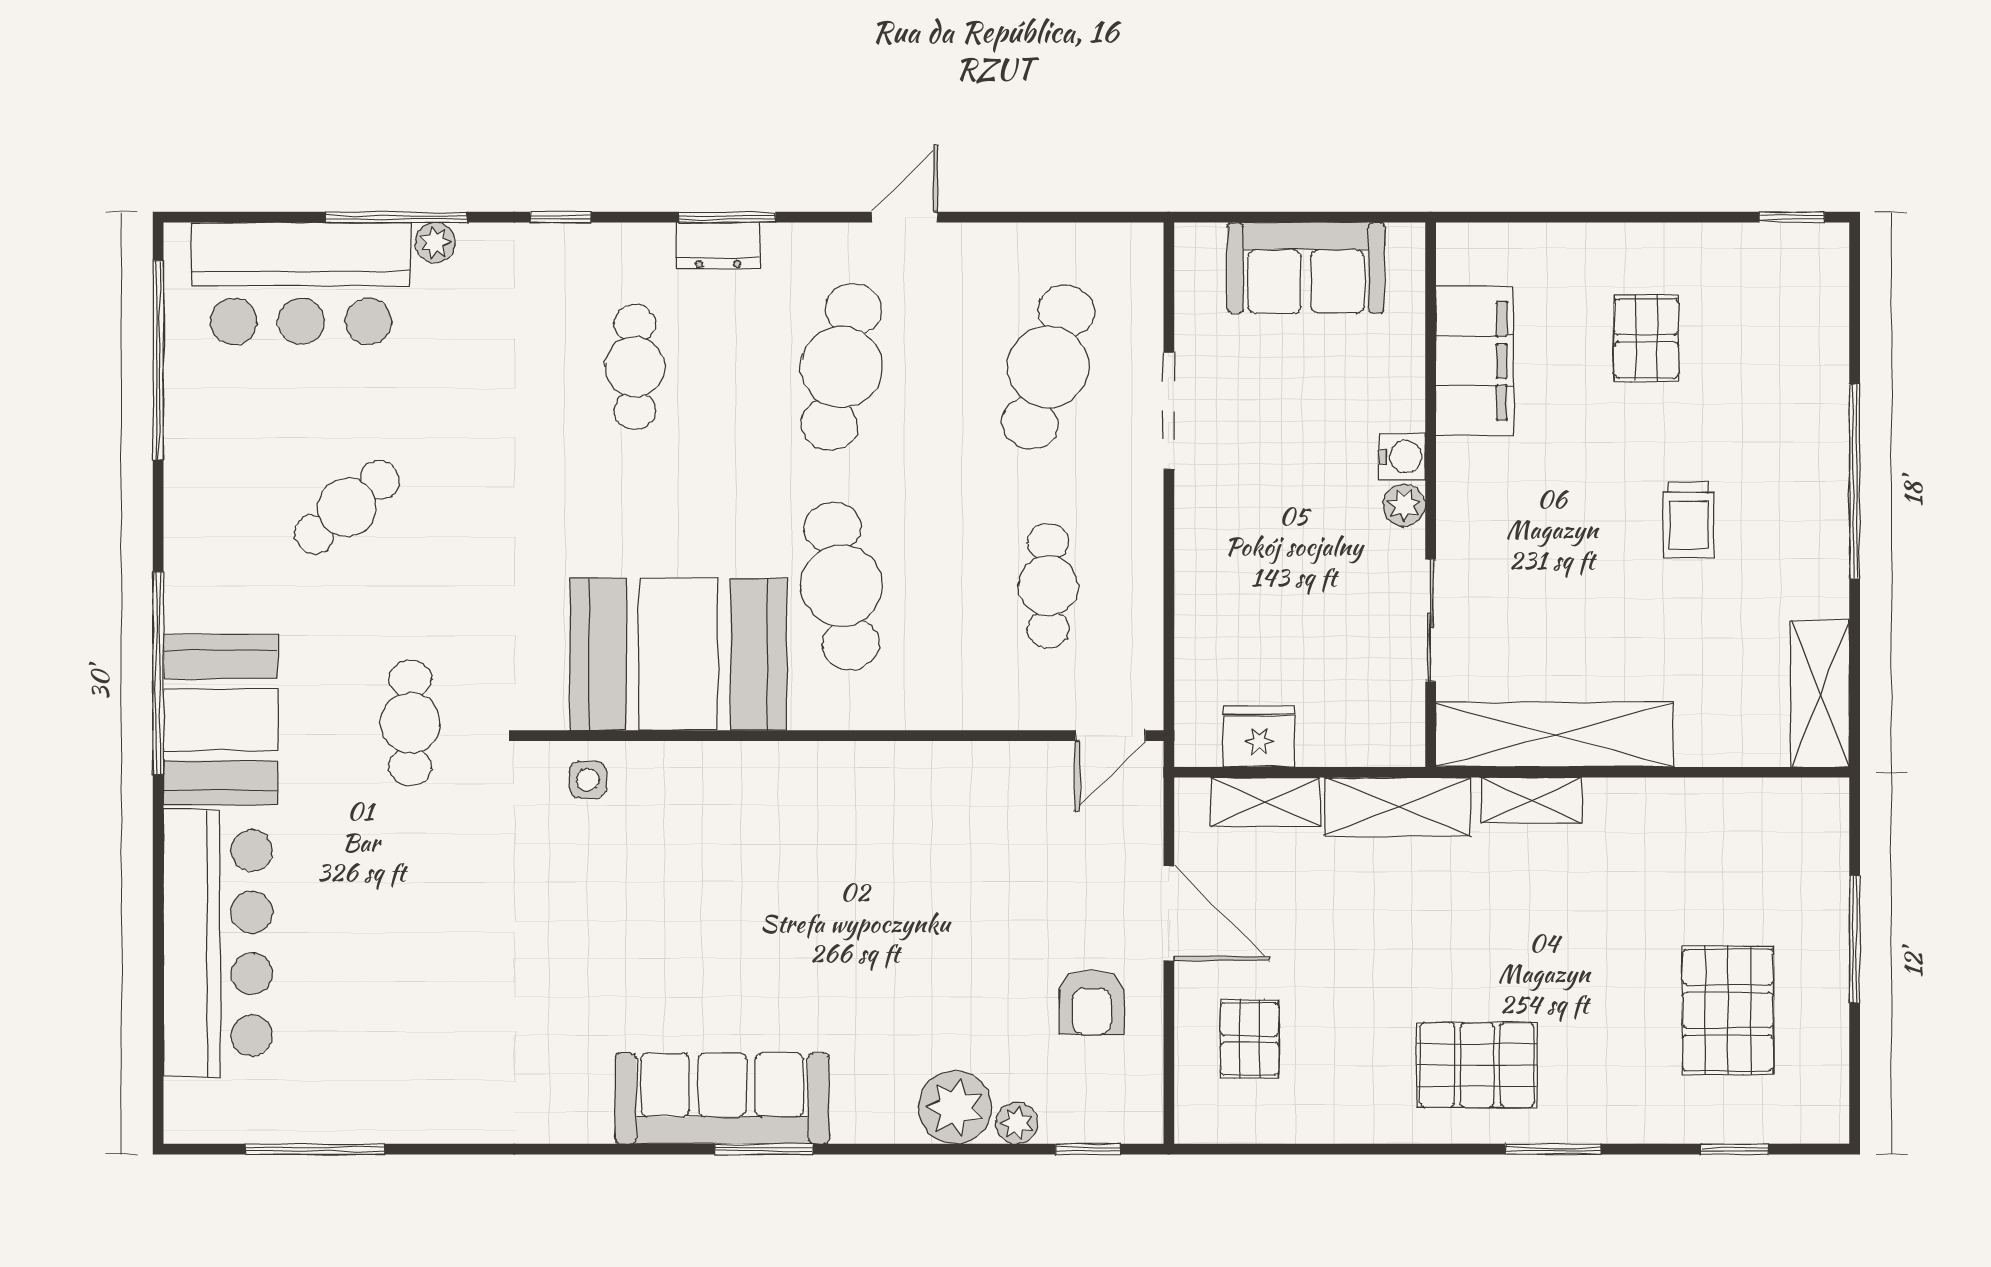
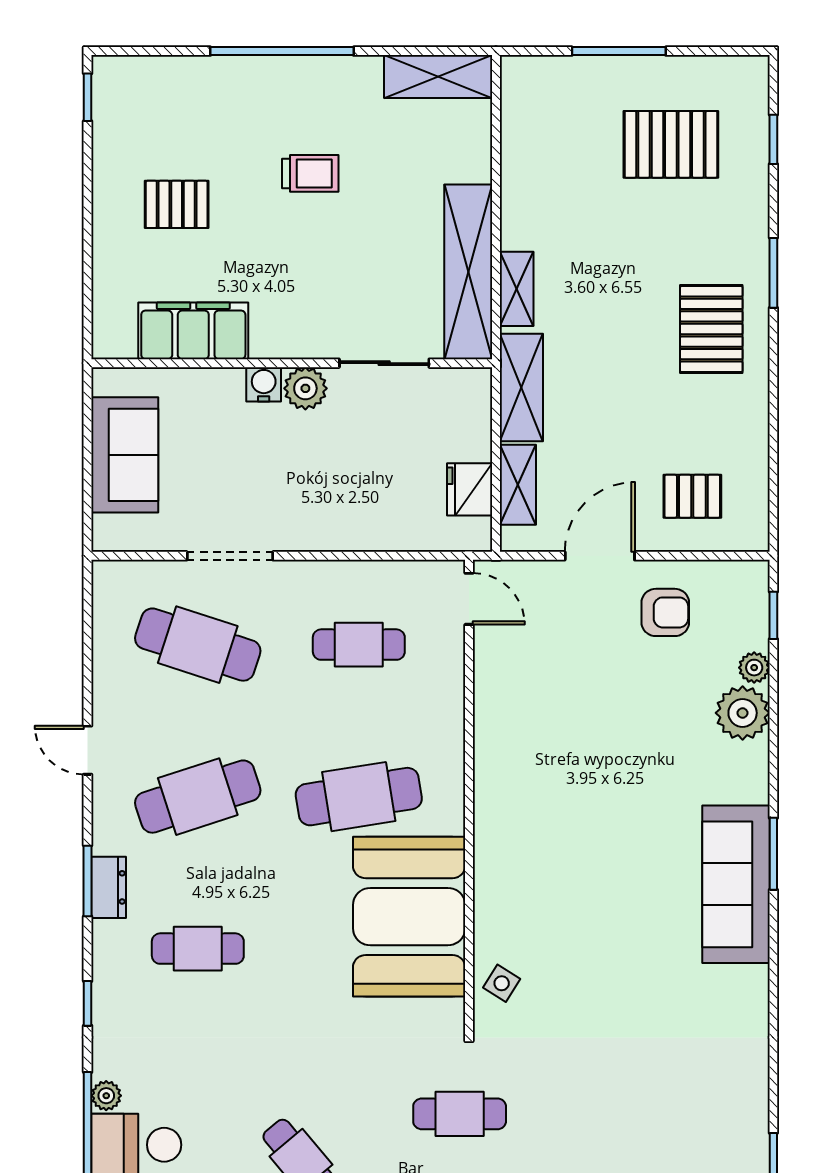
cafe table: (842, 367) -> (198, 797), turned -30
plant: (1404, 505) -> (305, 388), width x1.38, depth x1.38
side table: (588, 780) -> (502, 983), turned 32

